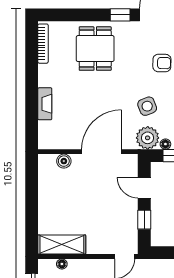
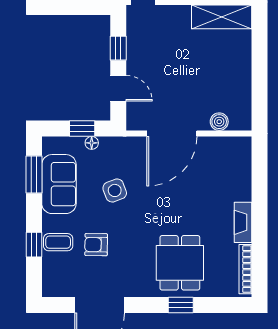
window: (120, 15) -> (181, 305), moved
fireplace: (45, 104) -> (243, 222), moved
plant: (148, 138) -> (114, 151), removed

